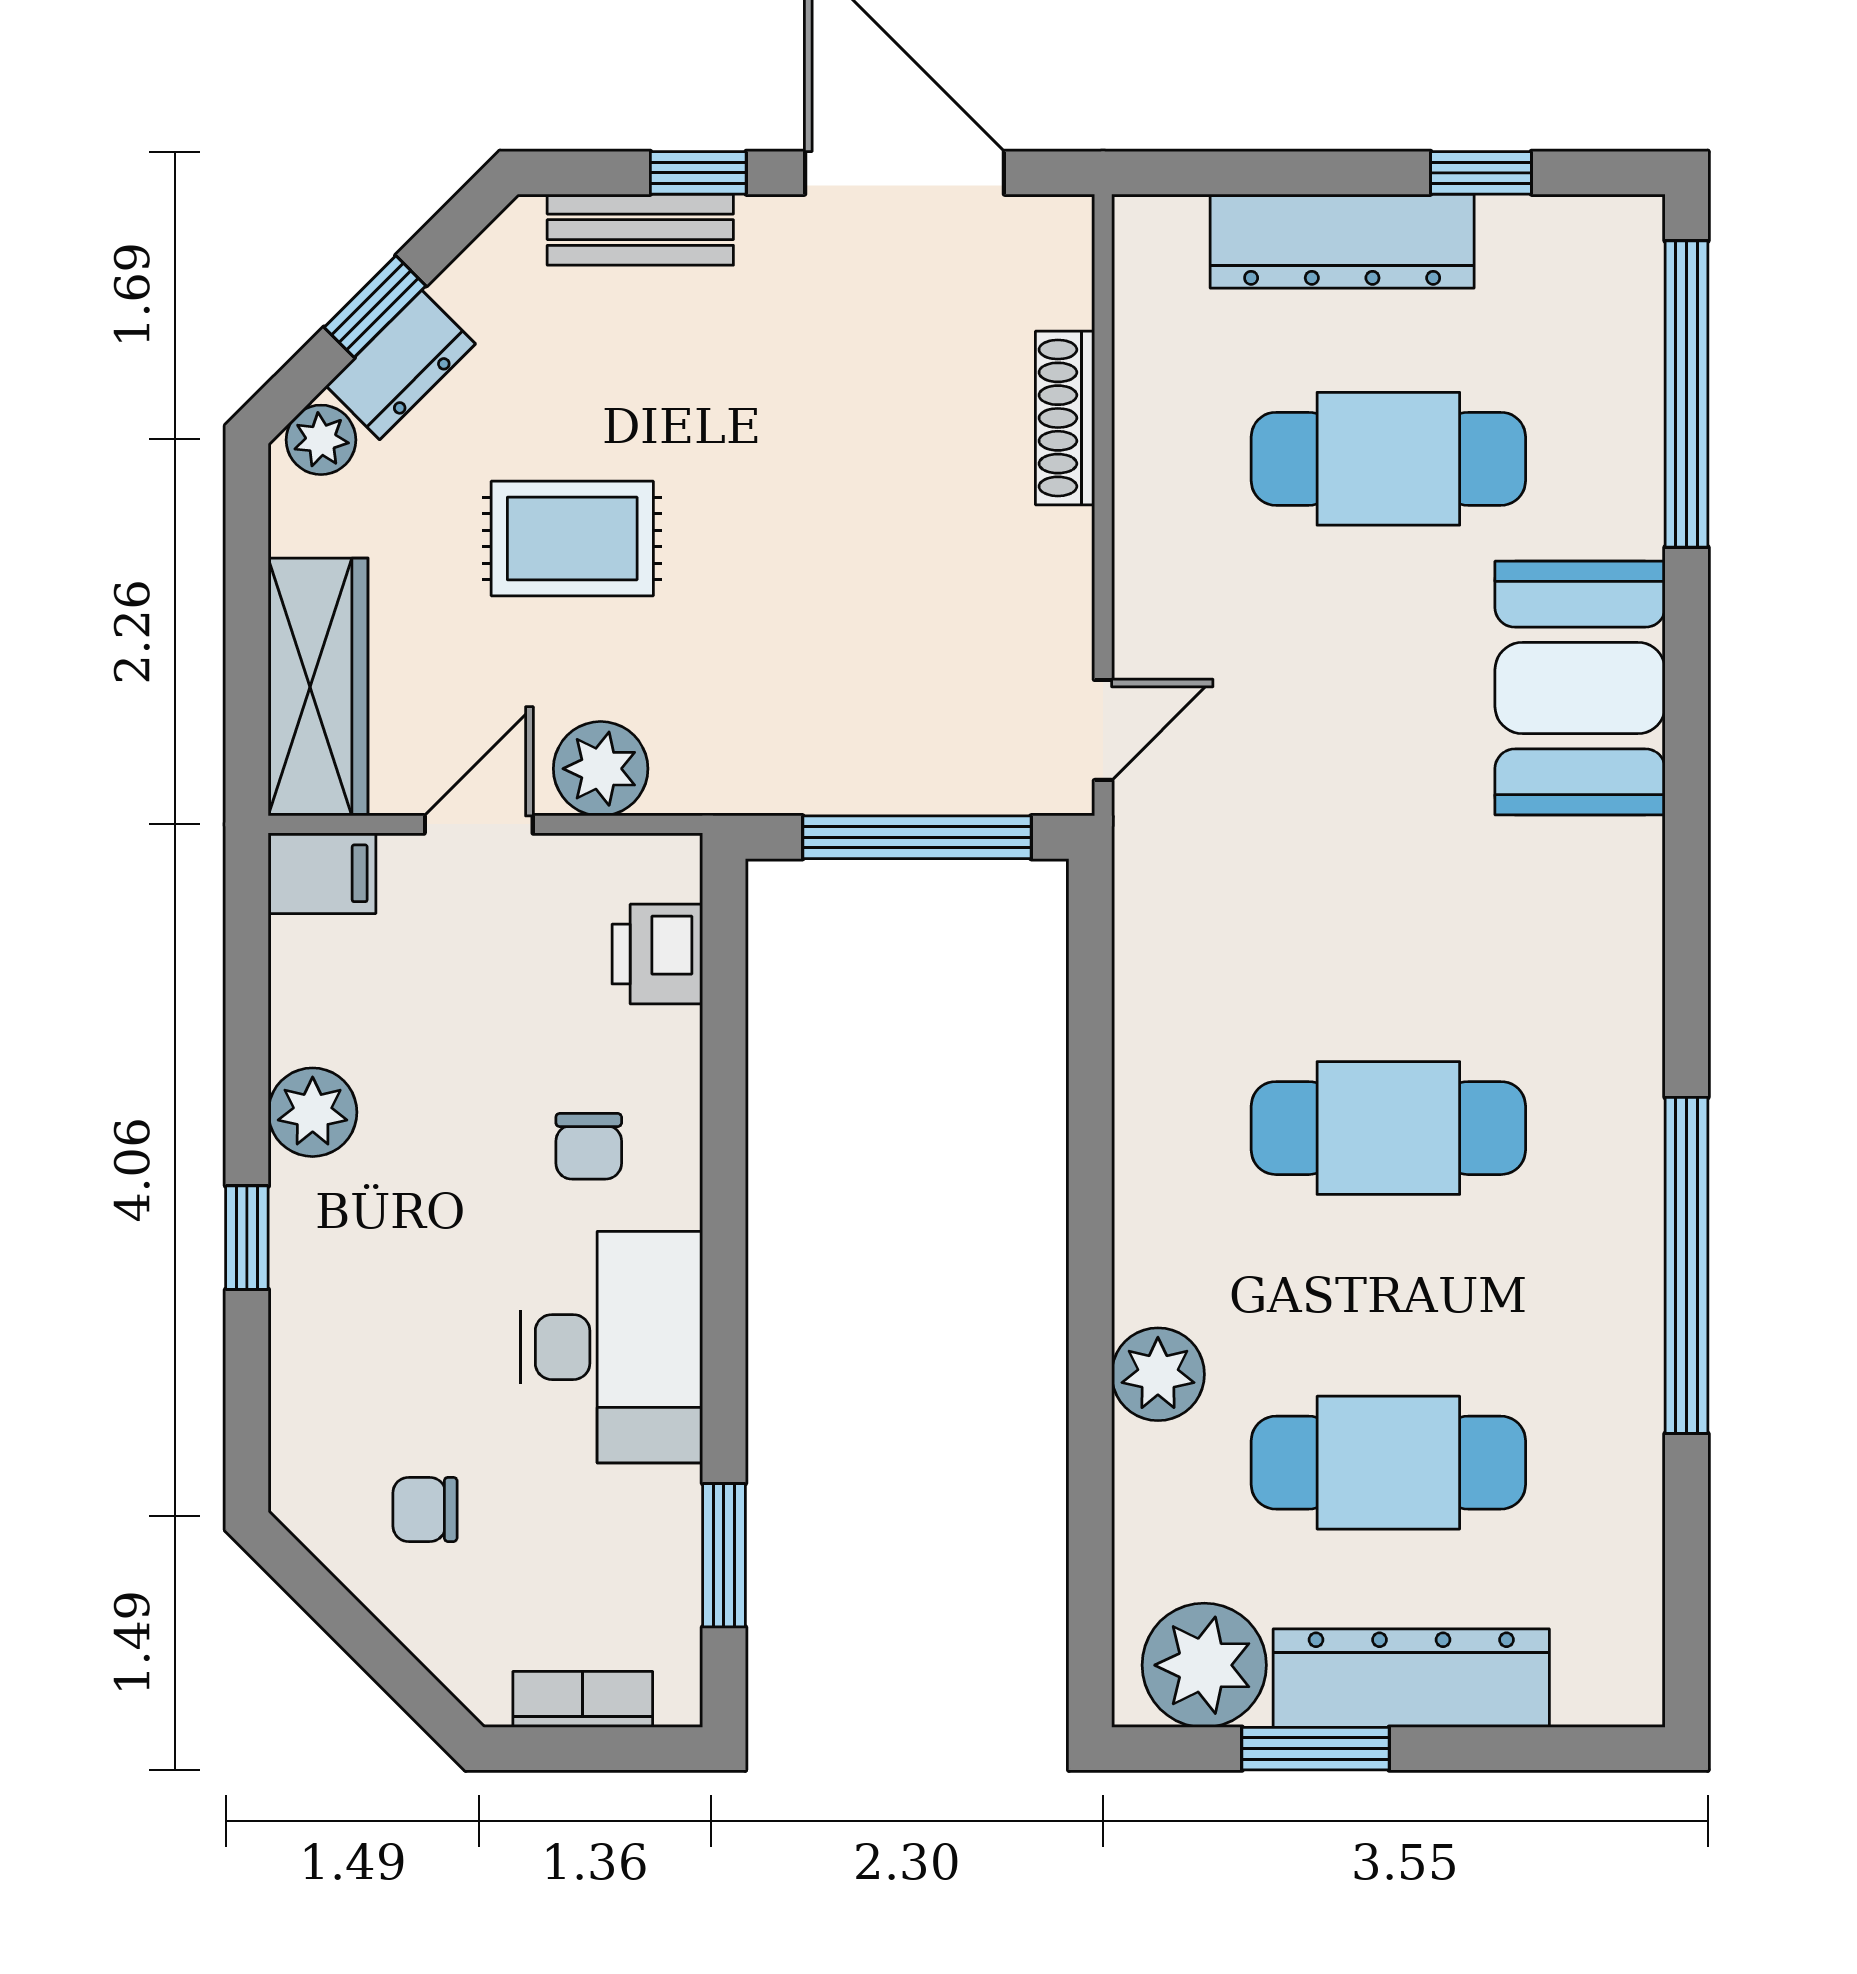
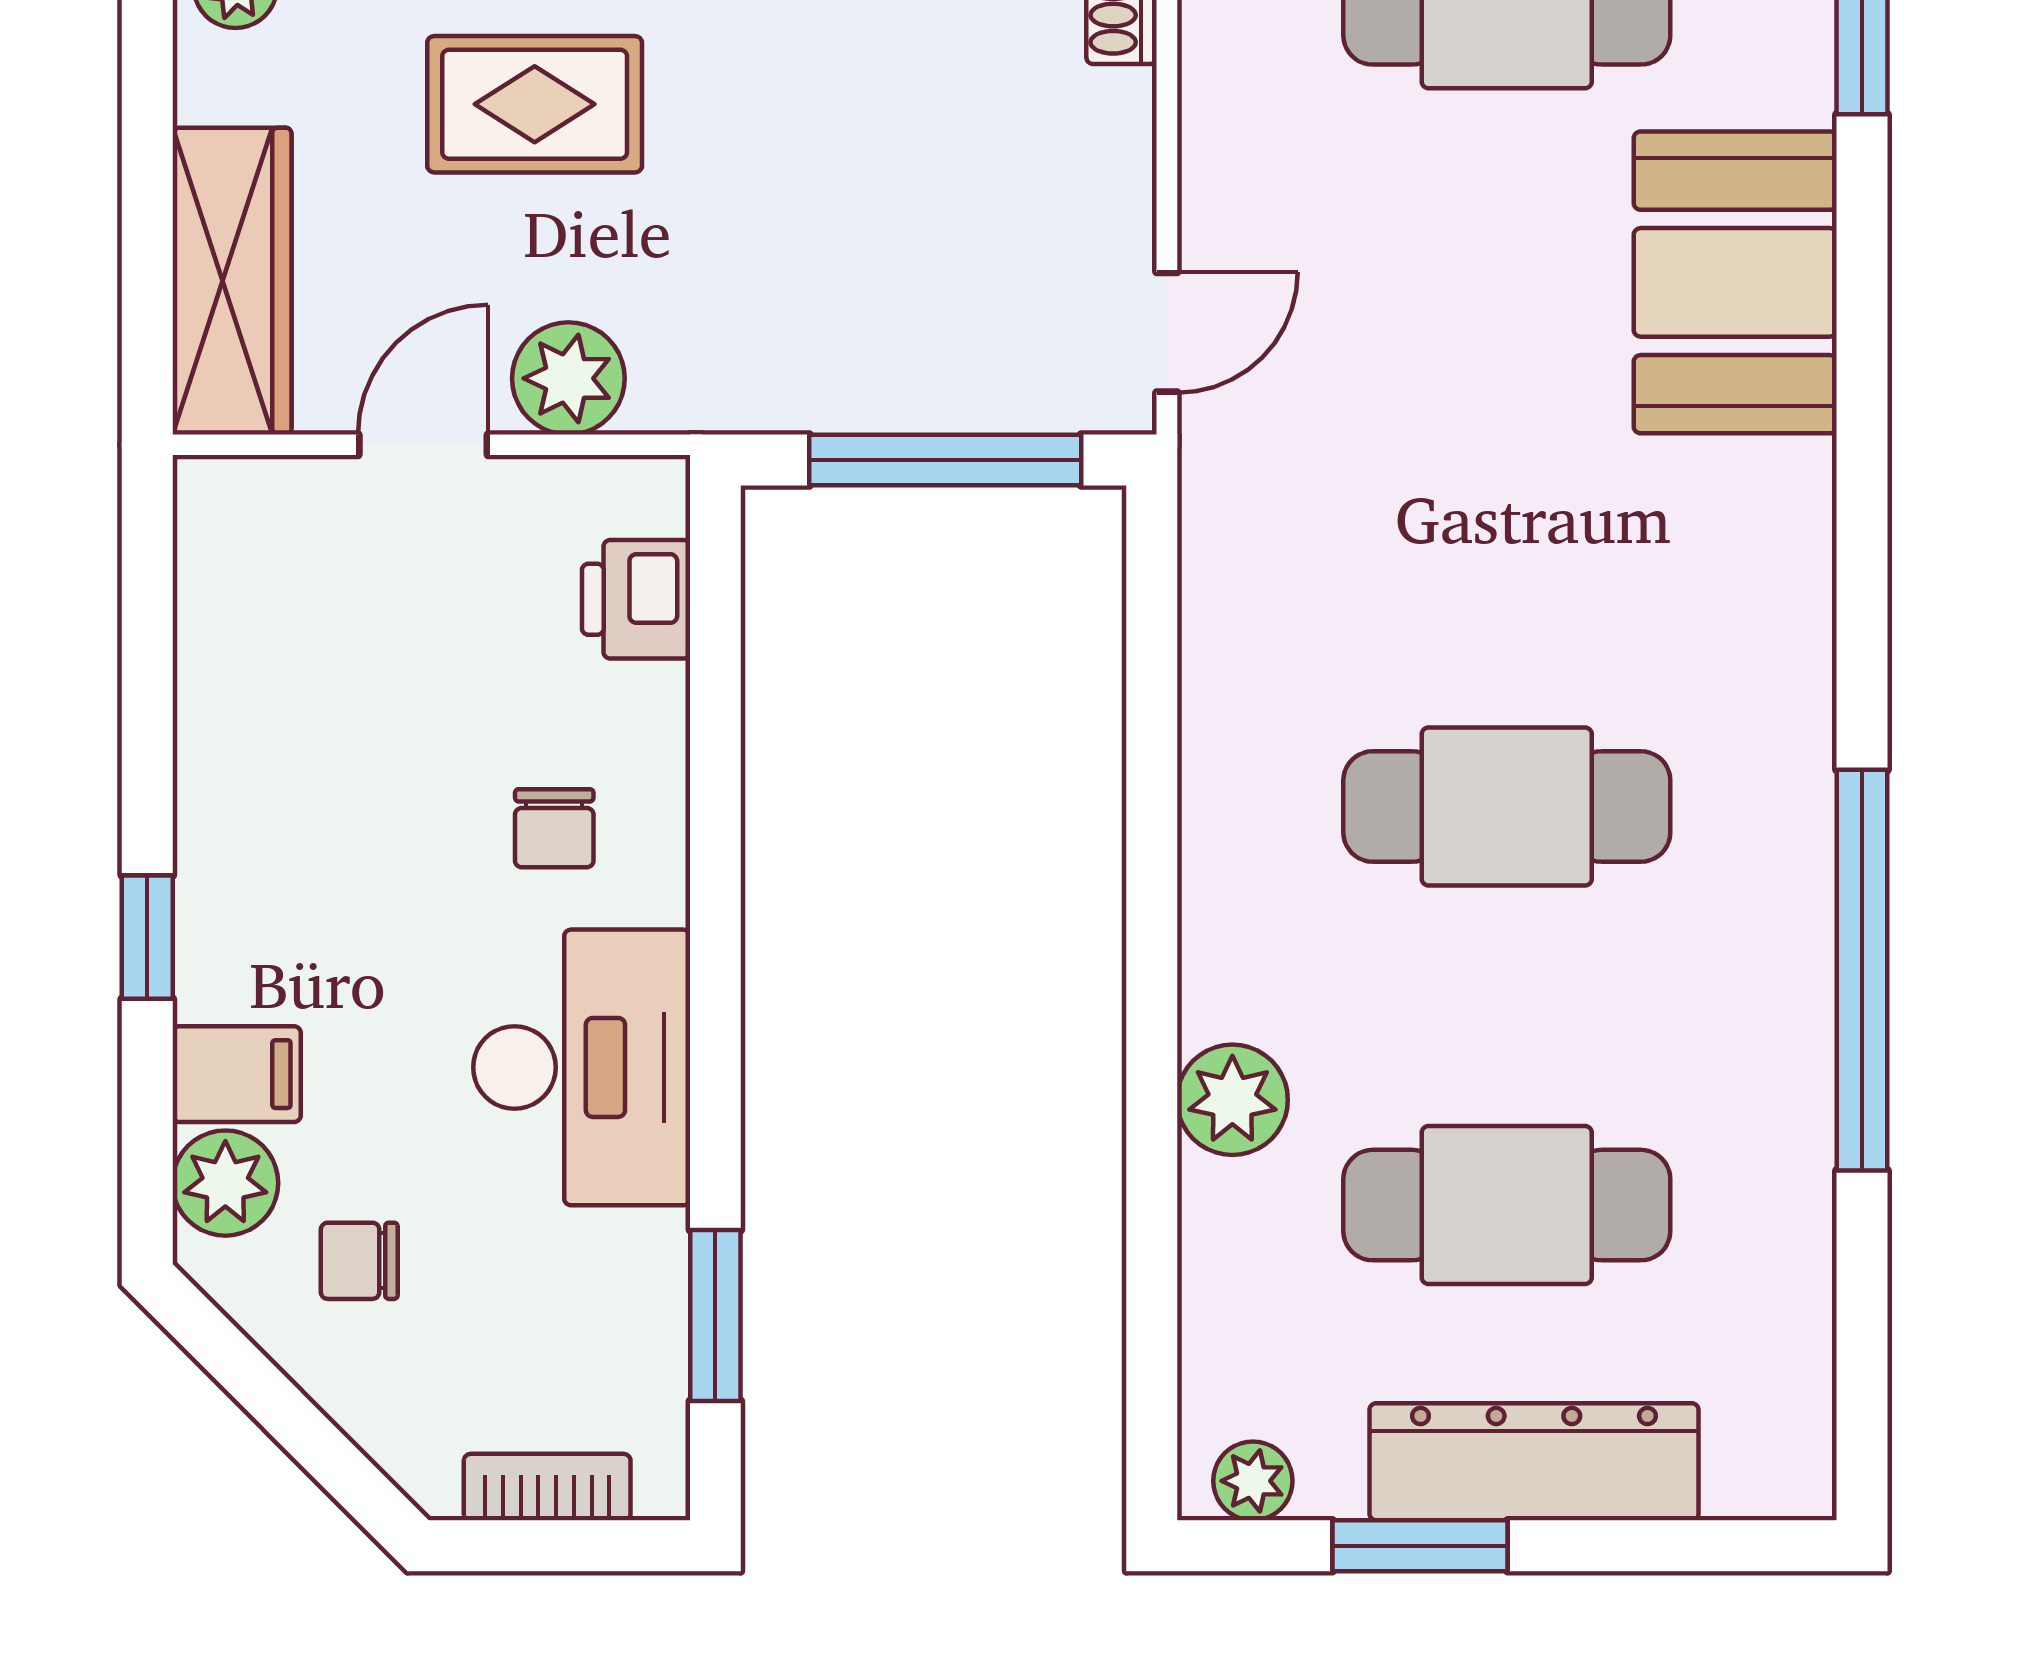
filing cabinet: (322, 873) -> (237, 1074), moved
plant: (313, 1112) -> (225, 1183), moved
plant: (1204, 1665) -> (1253, 1481), width x0.53, depth x0.53

